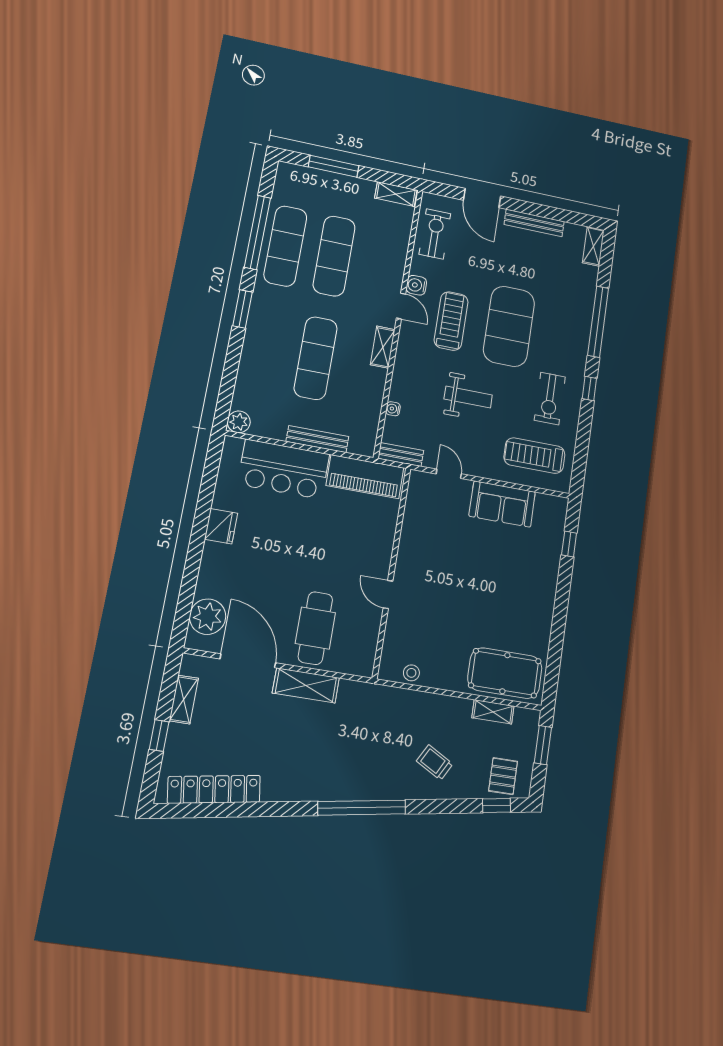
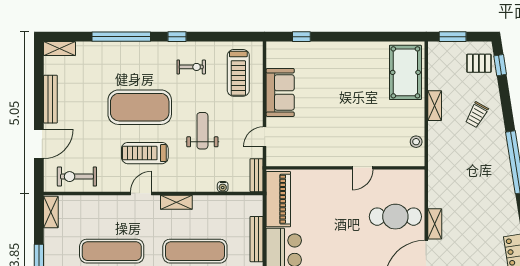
water cooler: (416, 285) -> (122, 184), removed
exercise bike: (550, 399) -> (191, 67), width x0.73, depth x0.72
shelving: (306, 685) -> (435, 224), width x0.67, depth x0.75
shelving: (493, 712) -> (435, 106), moved

